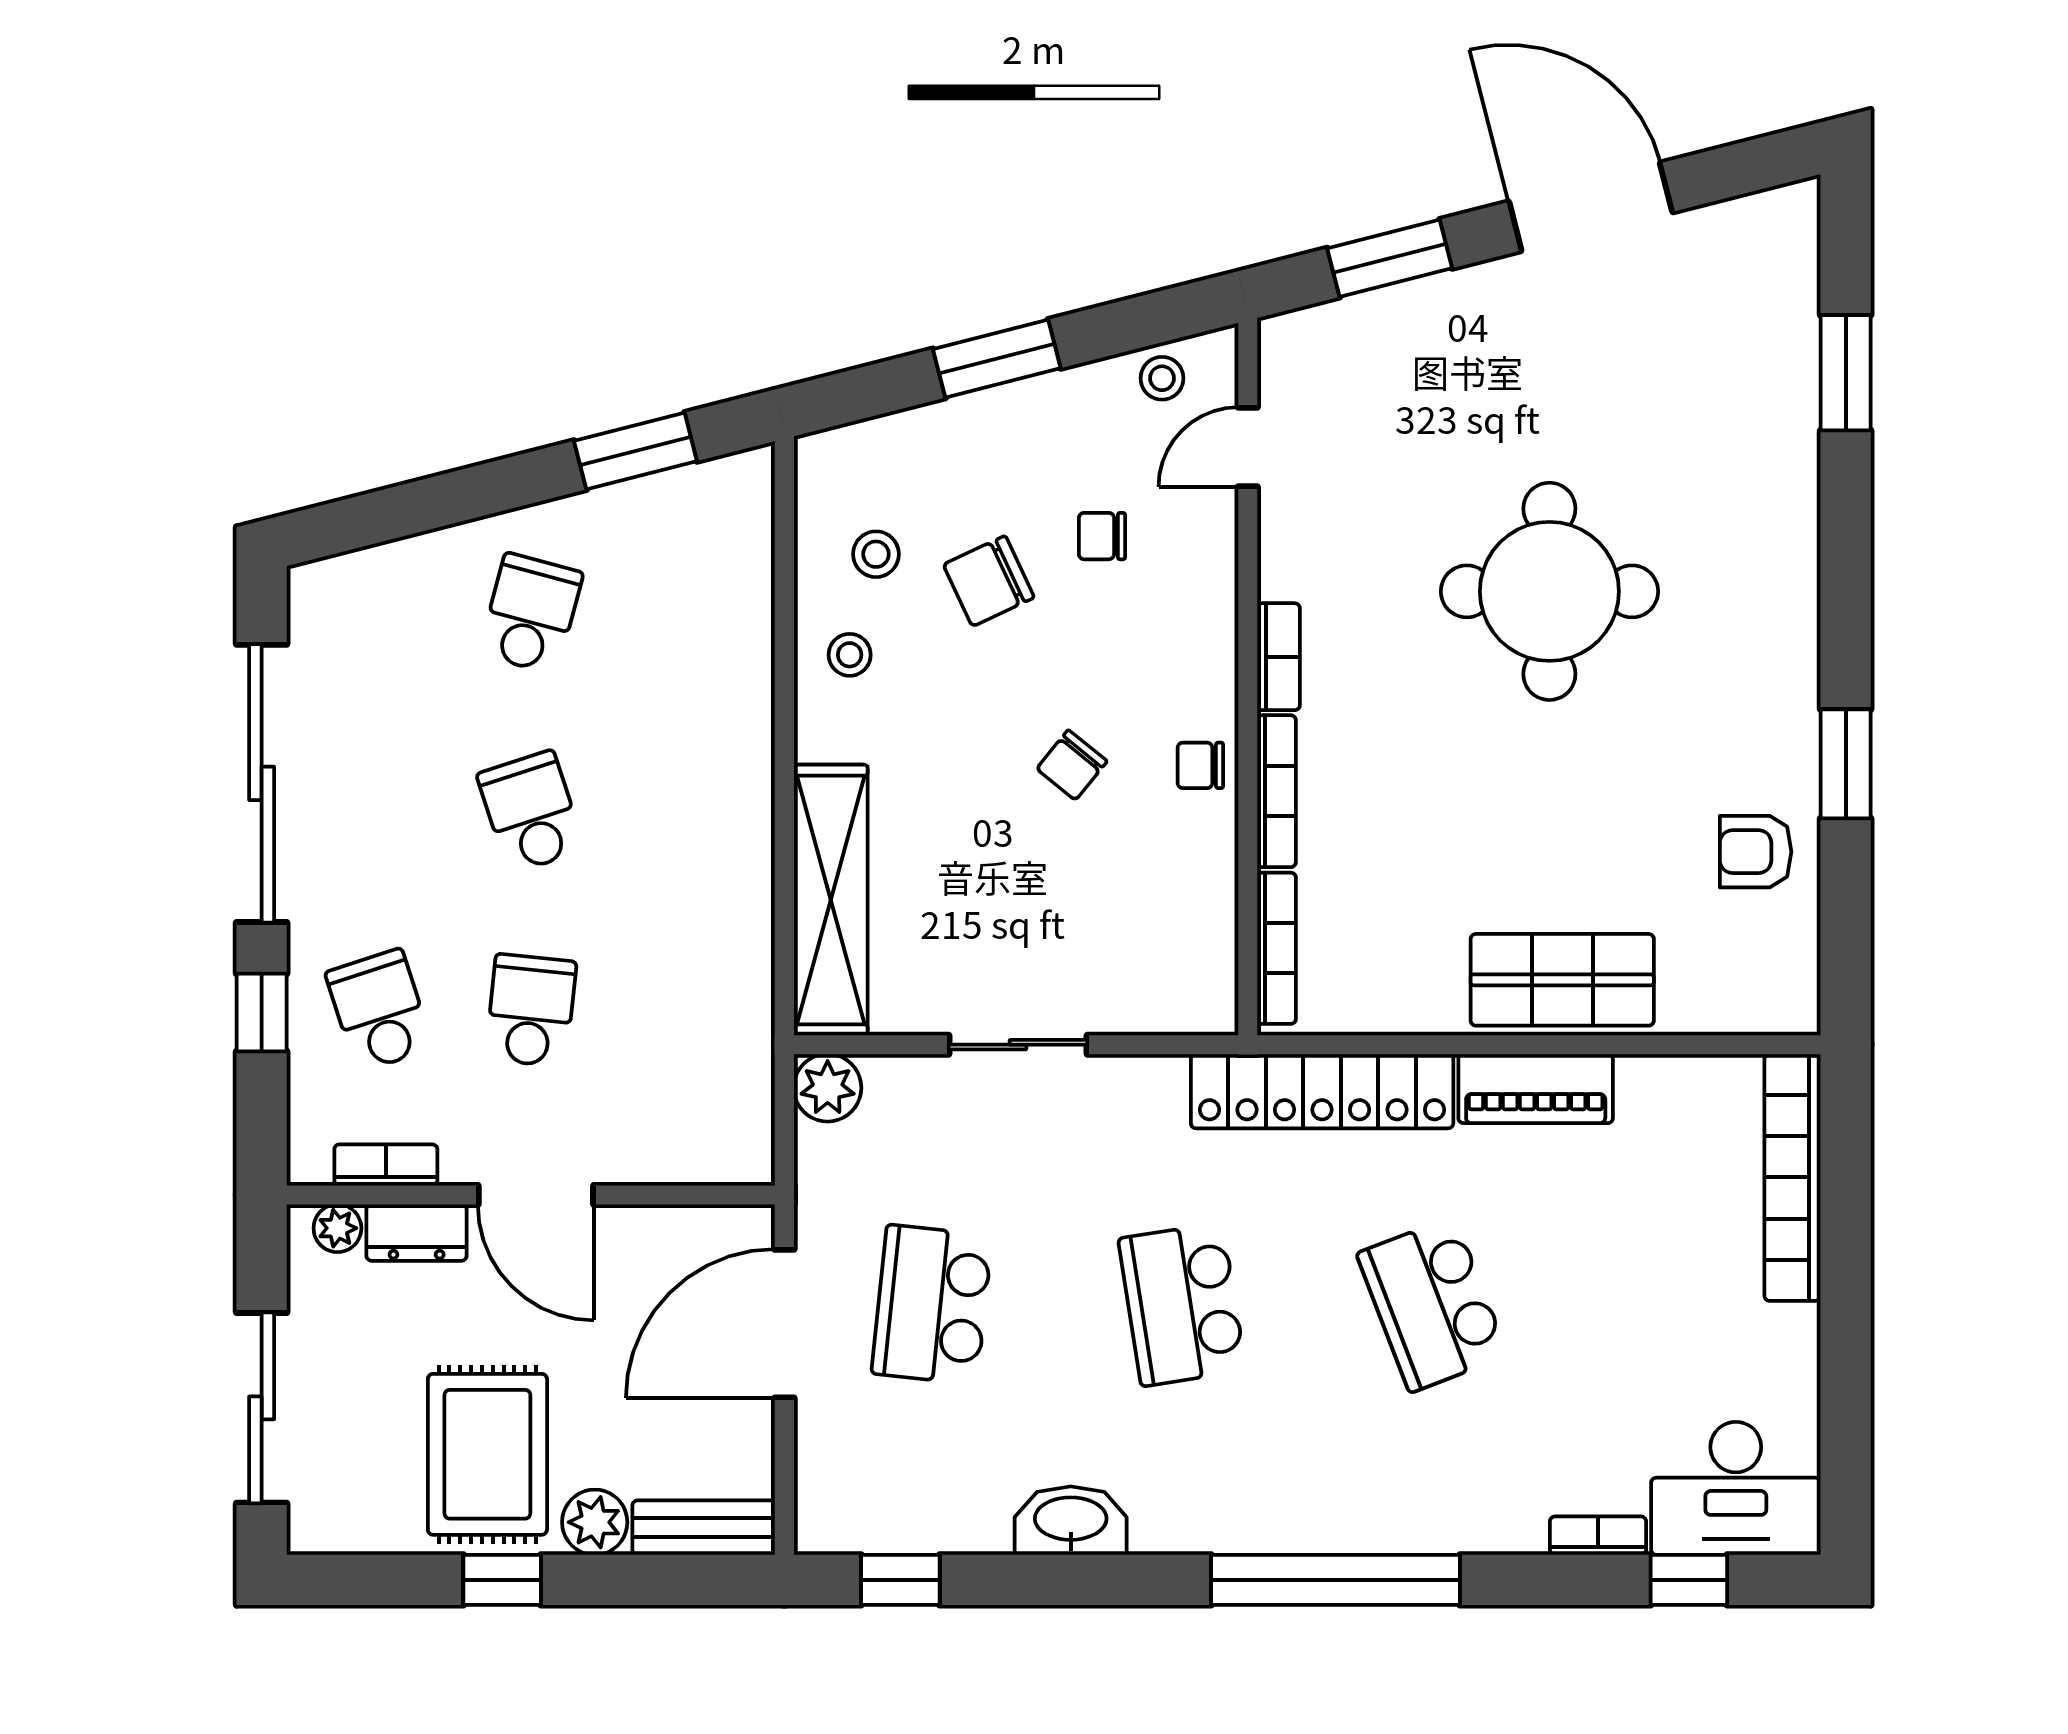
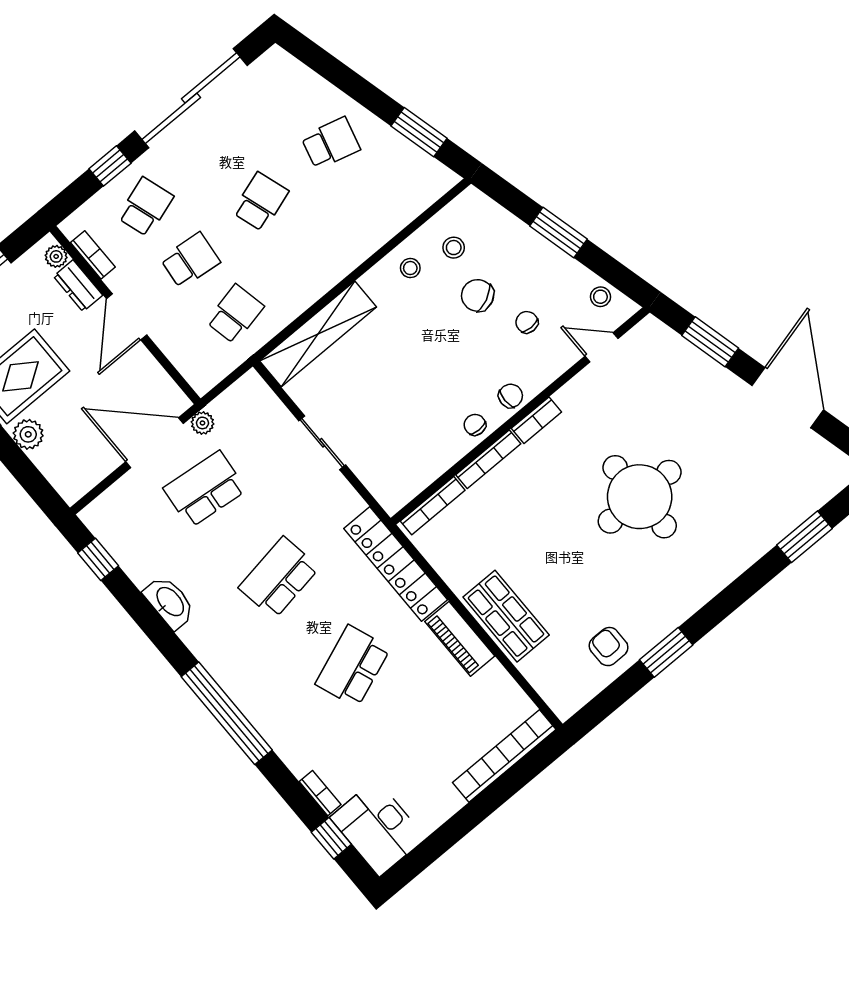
chair: (1072, 765) -> (511, 396), moved, turned 141
school desk: (682, 1010) -> (235, 314), added
plant: (828, 1088) -> (202, 423), moved, width x0.73, depth x0.73
bench: (704, 1528) -> (59, 474), removed

